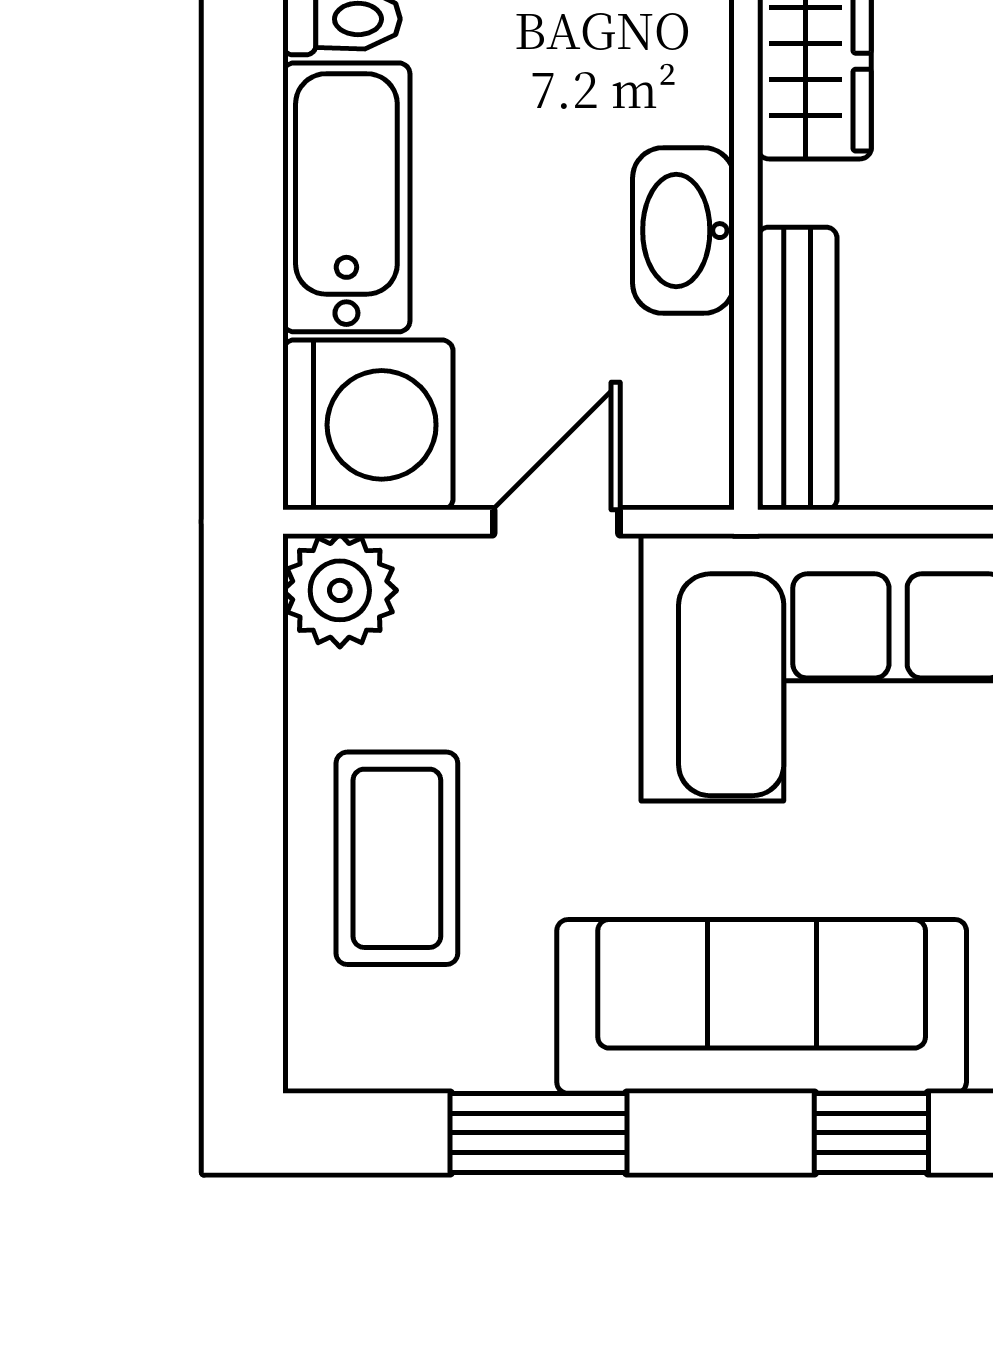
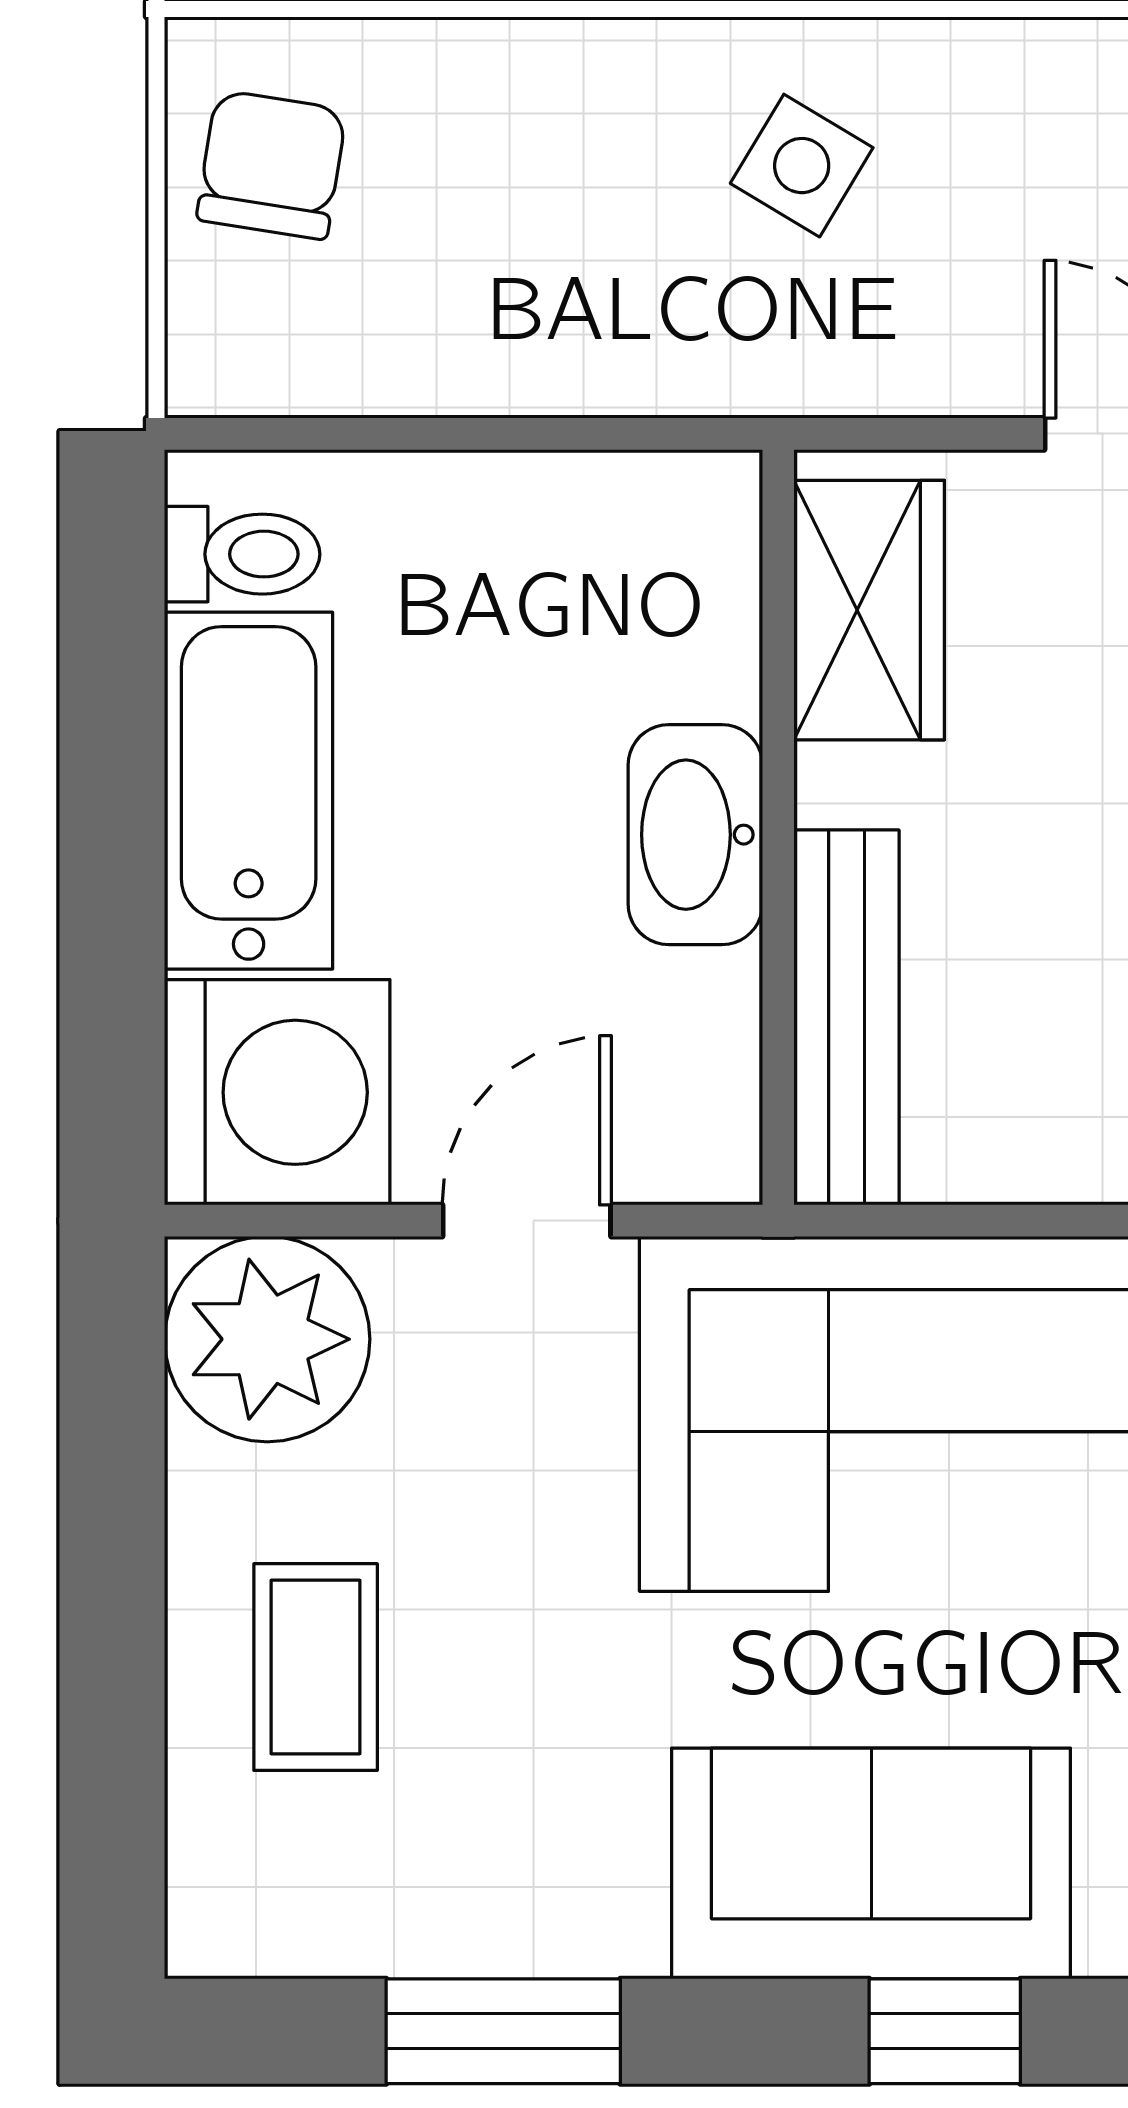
plant: (340, 590) -> (267, 1339), width x1.36, depth x1.36
coffee table: (397, 858) -> (316, 1667), width x0.73, depth x0.77
sofa: (762, 1006) -> (871, 1863), width x0.73

